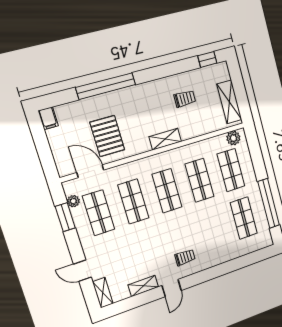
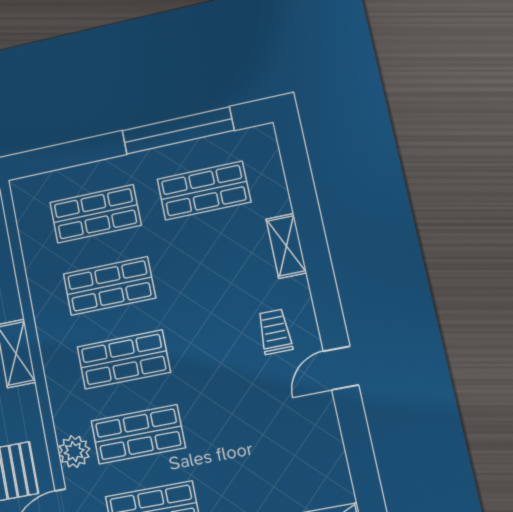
plant: (233, 138) -> (74, 452), moved
shelving: (143, 286) -> (286, 246), moved
door: (172, 288) -> (341, 368), swing flipped

